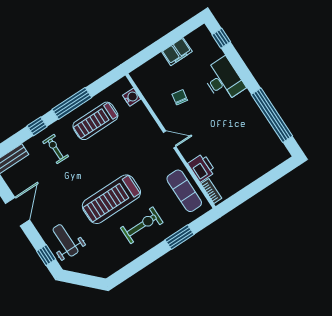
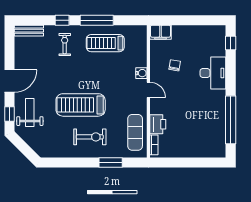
filing cabinet: (177, 52) -> (160, 32), moved
water cooler: (132, 97) -> (141, 73), moved
door: (17, 212) -> (10, 81), moved

